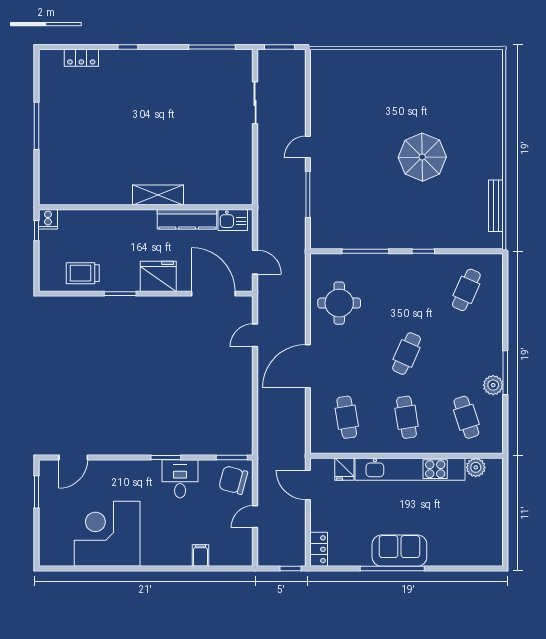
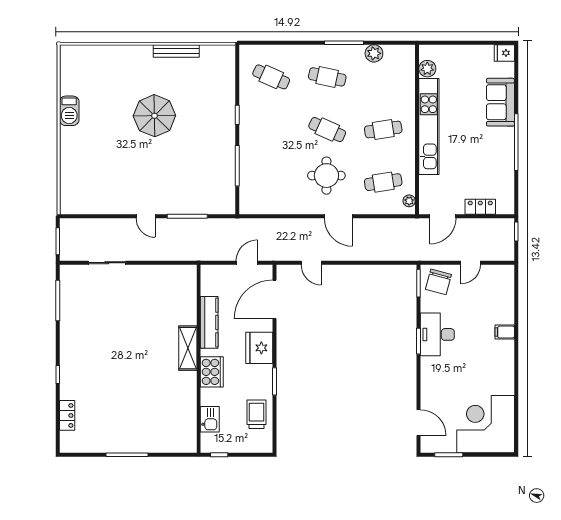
barbecue: (428, 60) -> (69, 111), added
bench: (496, 206) -> (176, 51), moved
cooker: (48, 219) -> (212, 372), moved, width x1.87, depth x1.31
kitchen sink: (233, 220) -> (210, 419), moved
trolley: (83, 273) -> (257, 414), turned 180
round table: (339, 303) -> (326, 176), moved
door: (308, 366) -> (338, 216), width x0.73
plant: (493, 385) -> (374, 53), moved
cafe table: (466, 417) -> (327, 77), moved, turned 30
plant: (325, 447) -> (409, 201), added
fridge: (344, 469) -> (504, 53), moved, turned 180
desk: (180, 479) -> (437, 334), width x1.37
door: (255, 517) -> (471, 263), hinge flipped
corner desk: (107, 534) -> (486, 424), moved, turned 90
locker: (319, 549) -> (480, 207), moved
sofa: (399, 551) -> (500, 102), moved
filing cabinet: (200, 555) -> (505, 332), moved

